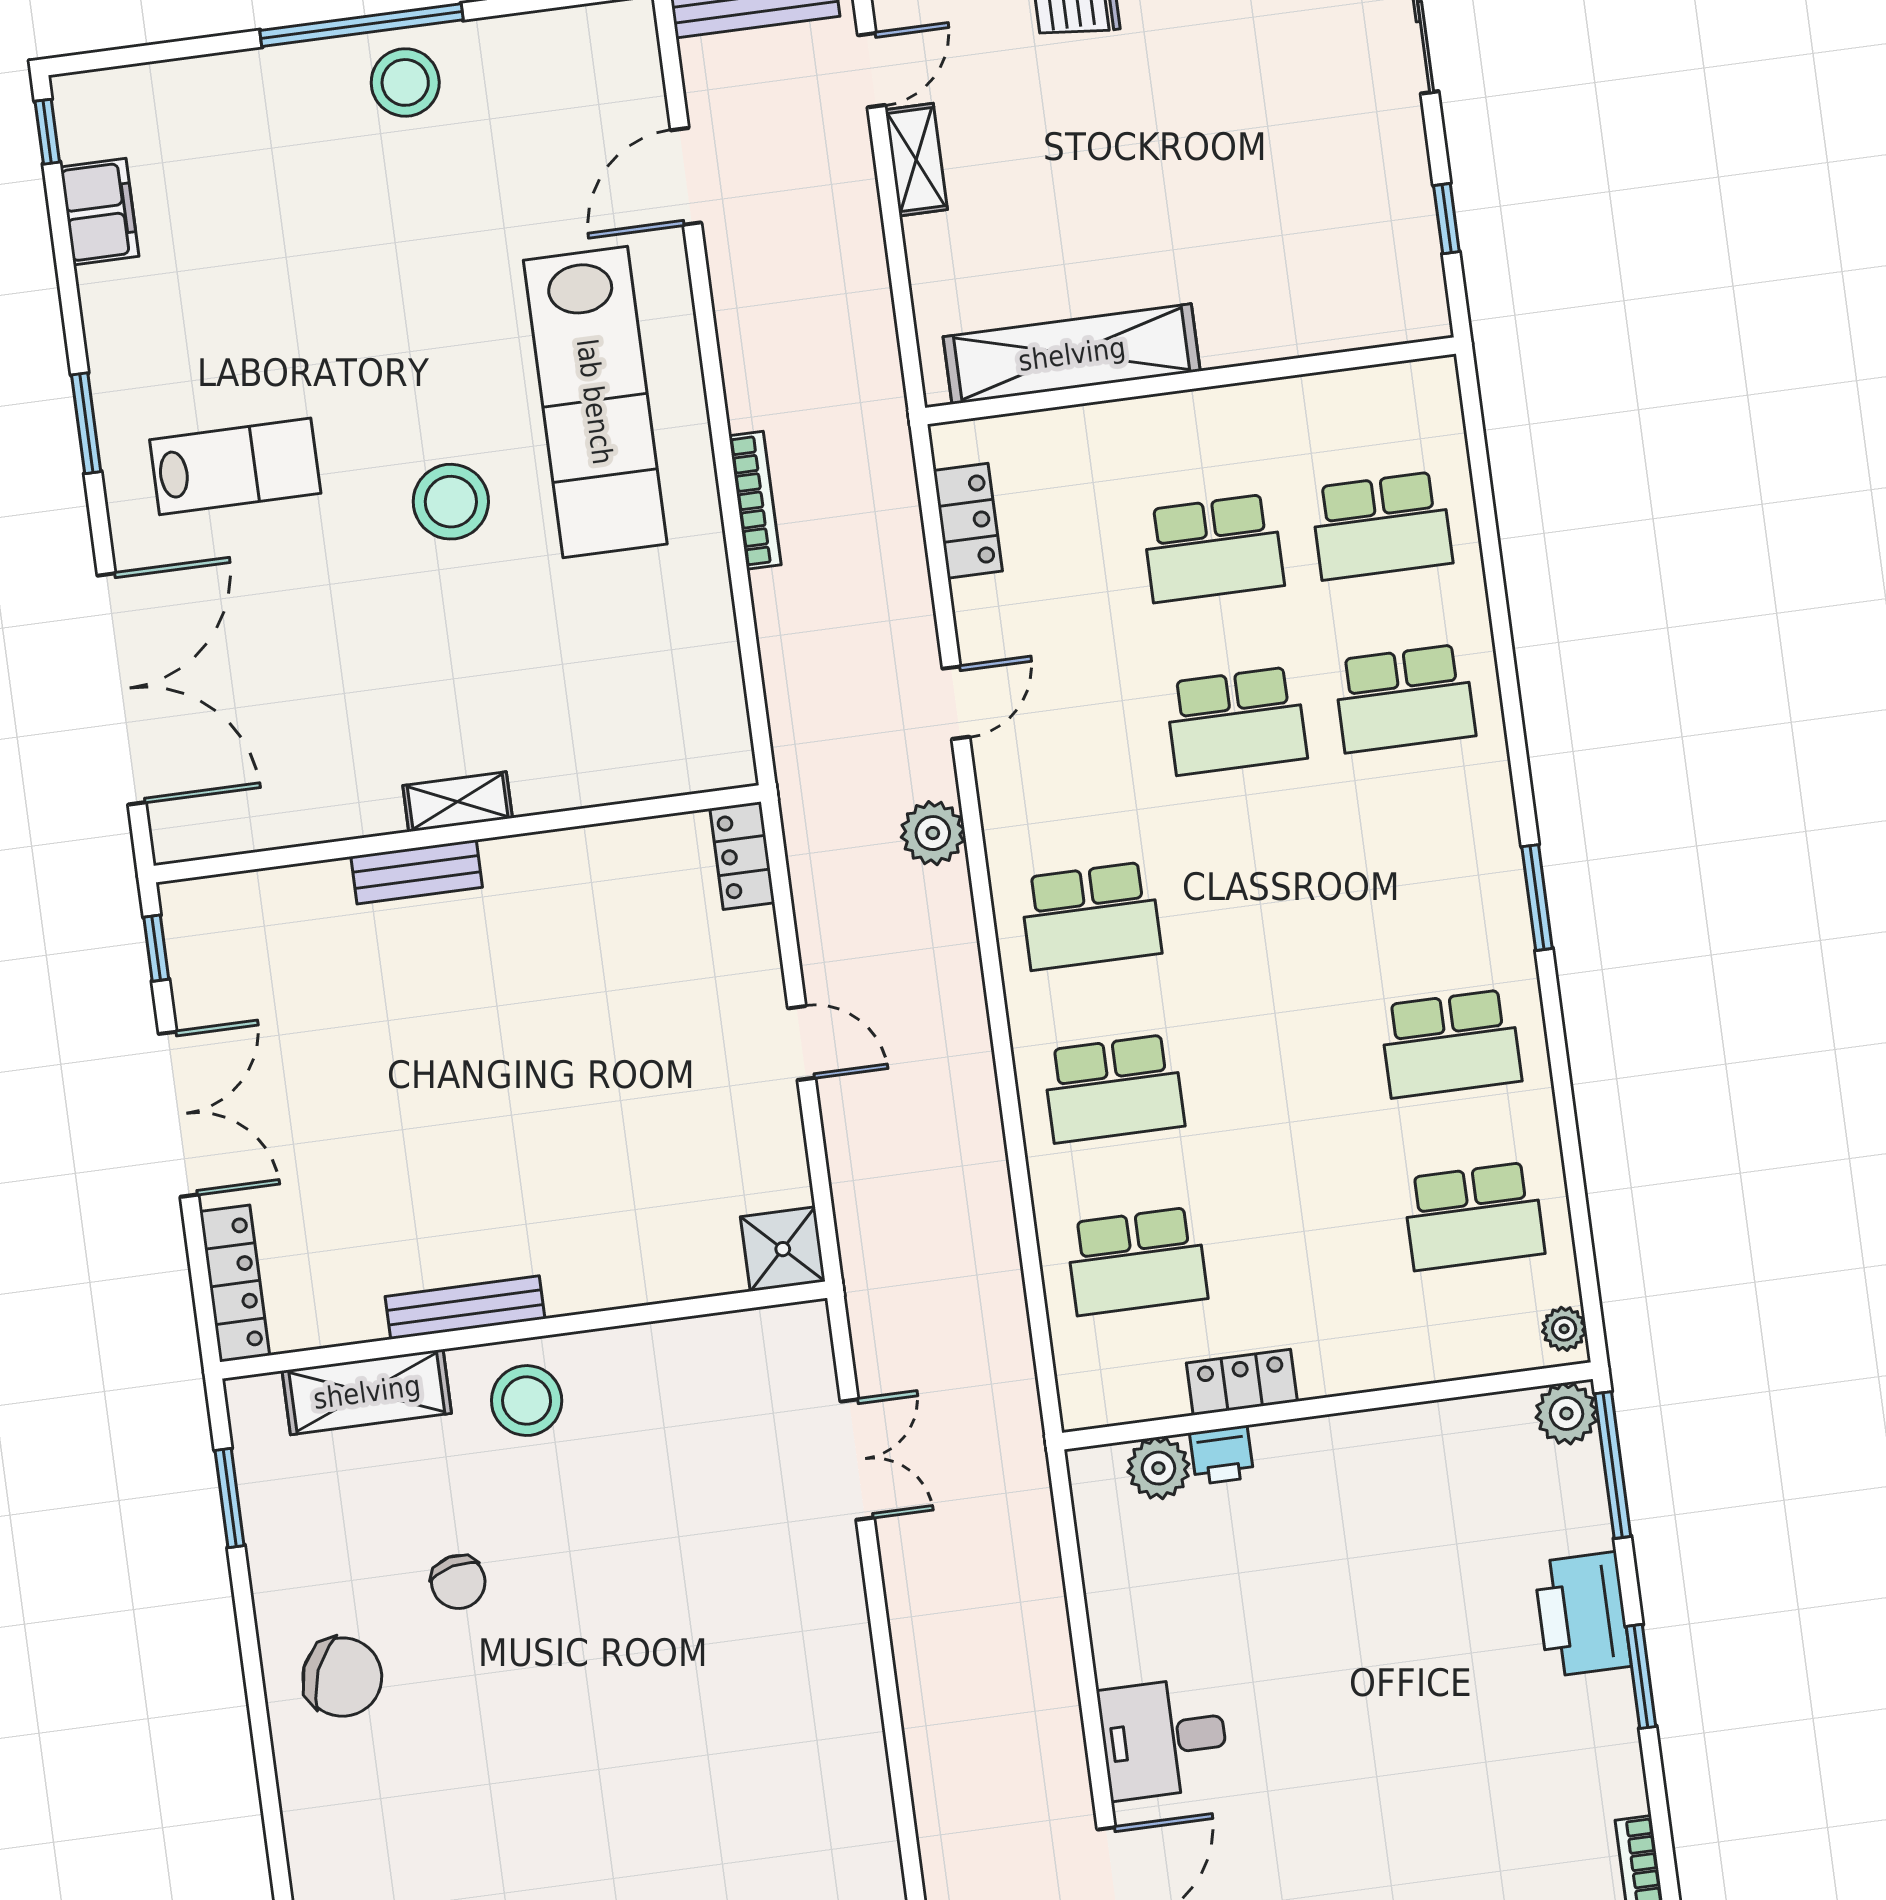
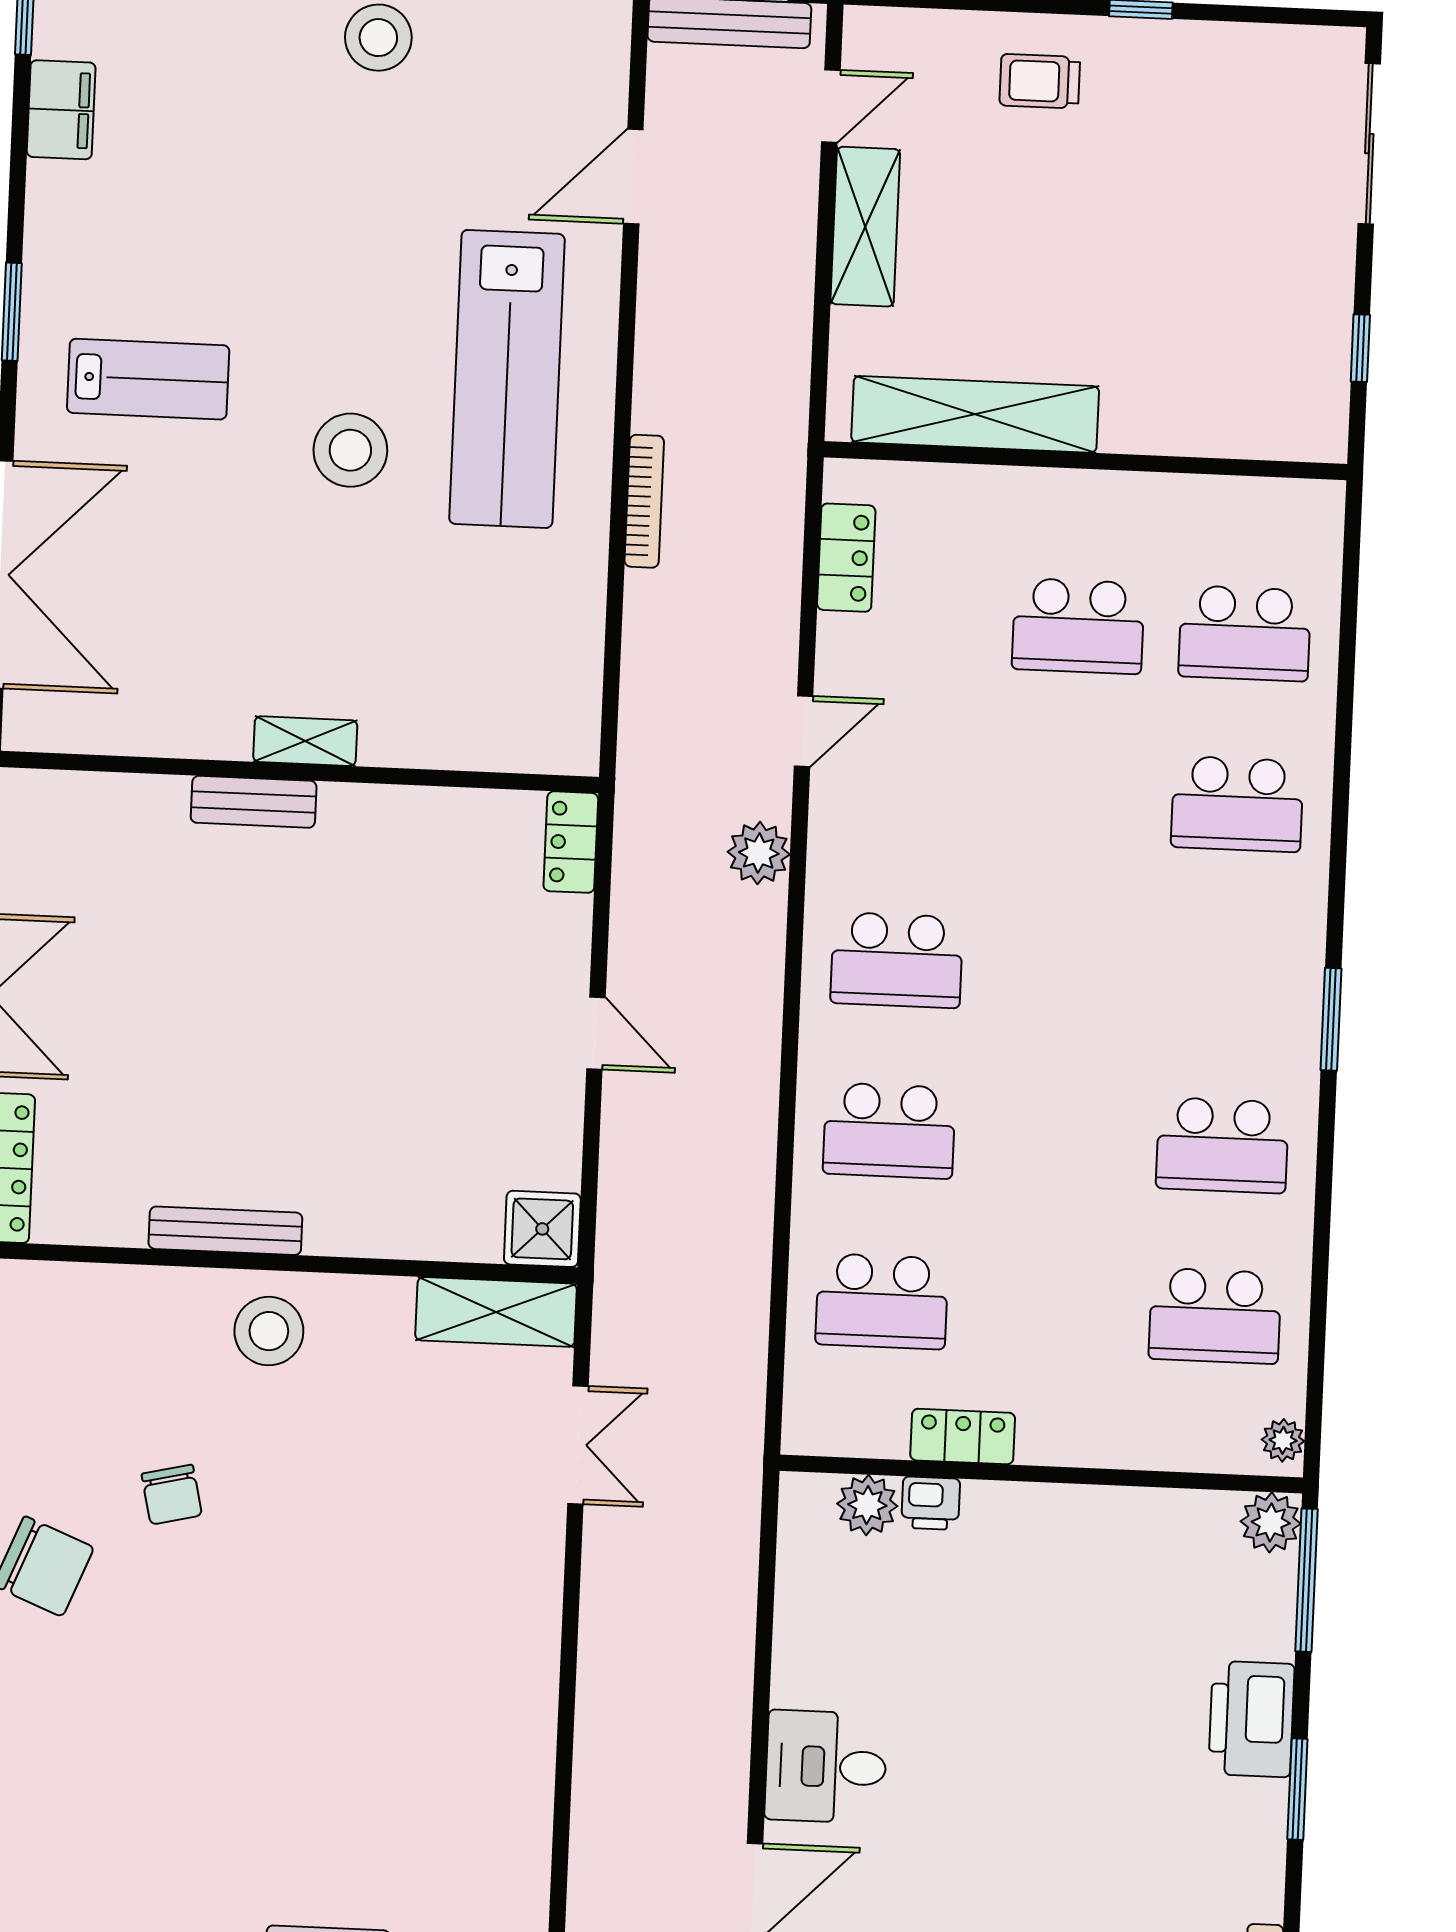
shelving: (916, 160) -> (865, 227), width x1.50, depth x1.33
school desk: (1236, 721) -> (1071, 797), removed
shelving: (367, 1392) -> (496, 1312), moved

